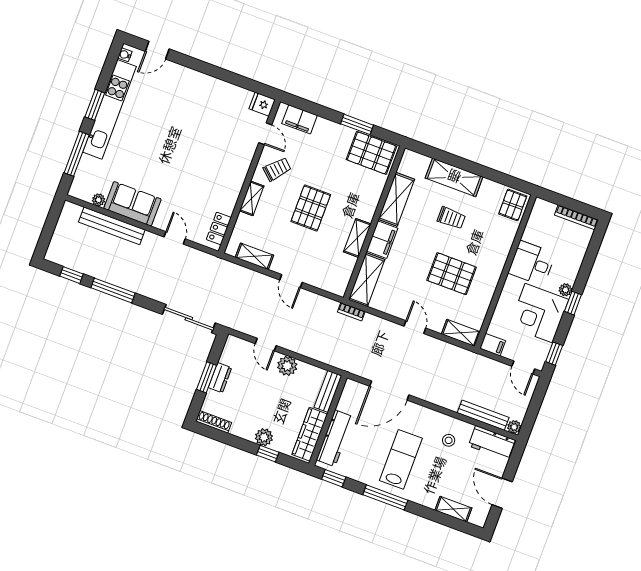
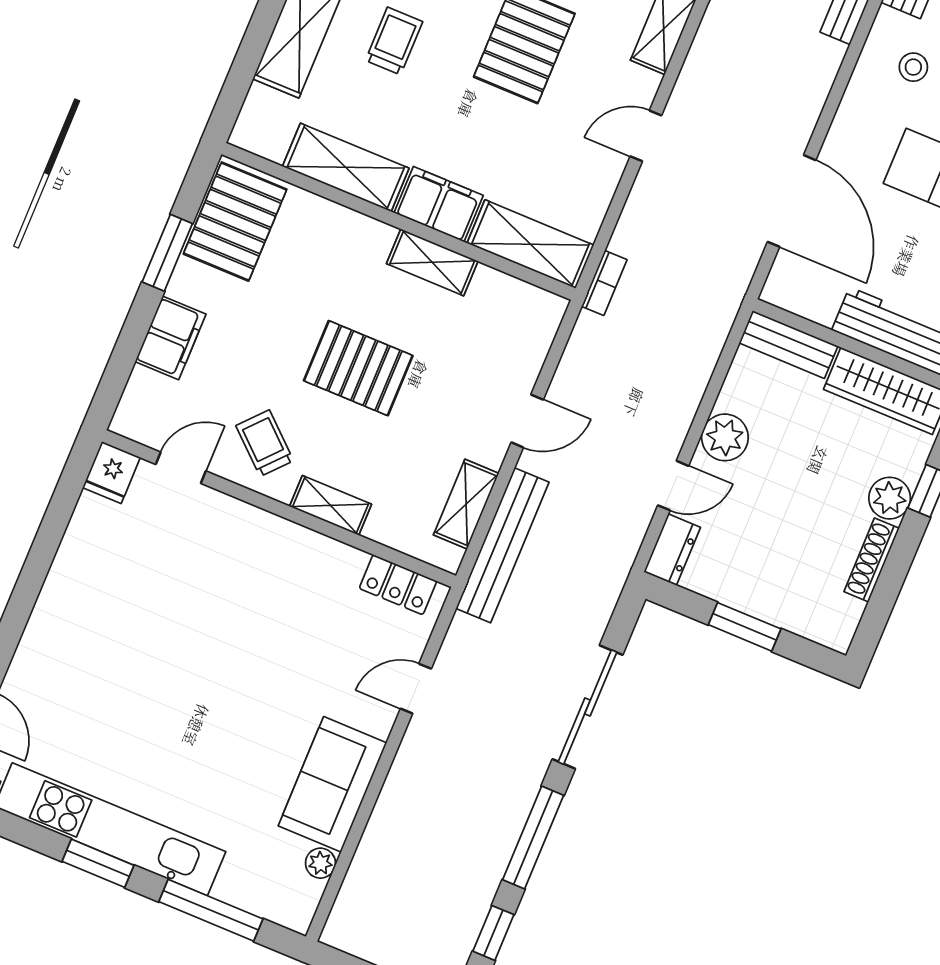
filing cabinet: (300, 119) -> (170, 338), moved
bench: (112, 226) -> (502, 545), moved
sliding door: (189, 319) -> (587, 707), moved
dresser: (220, 378) -> (672, 550), moved, turned 90
shoe rack: (214, 422) -> (872, 560), moved

